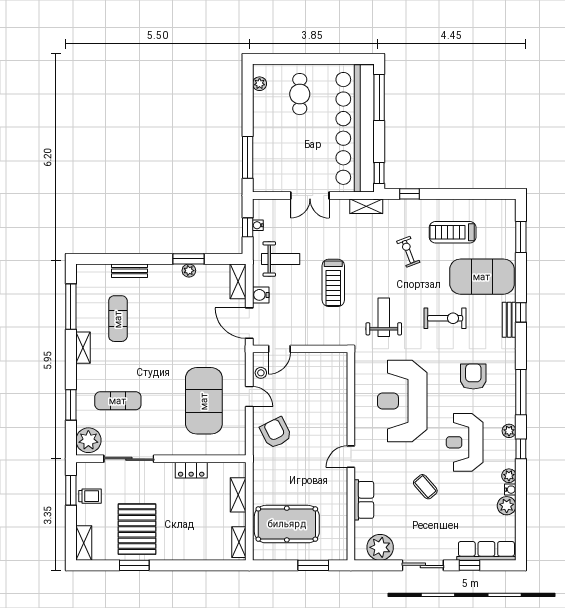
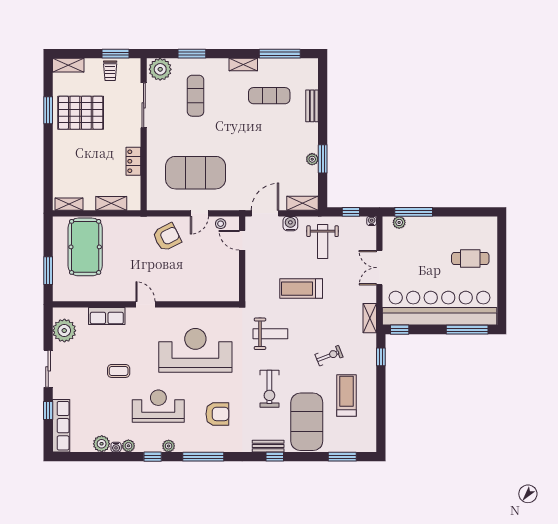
plant: (260, 84) -> (399, 222), moved
water cooler: (258, 225) -> (372, 221), moved
coffee table: (425, 487) -> (119, 371), turned 41

